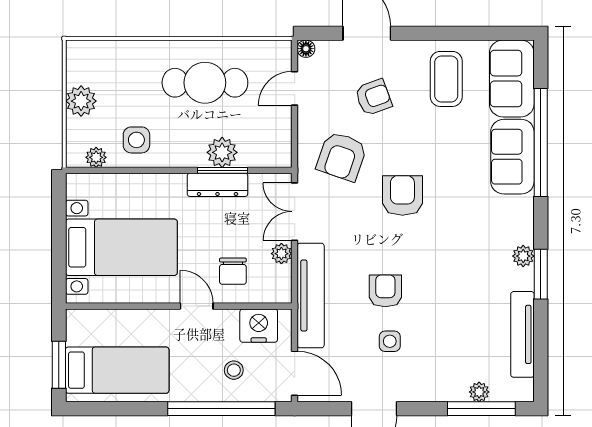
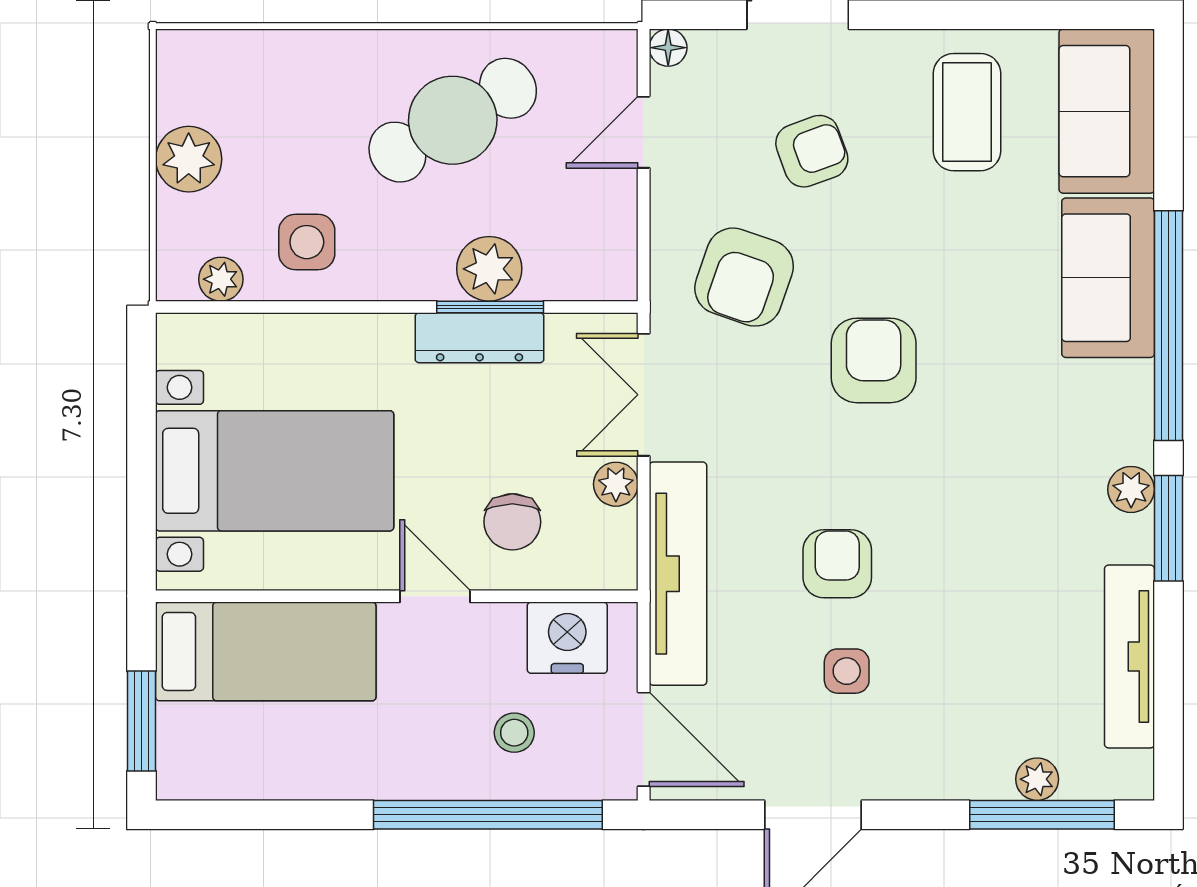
cafe table: (205, 83) -> (453, 120), turned -30
window: (541, 143) -> (1168, 326), moved
bed: (117, 370) -> (266, 651), moved

